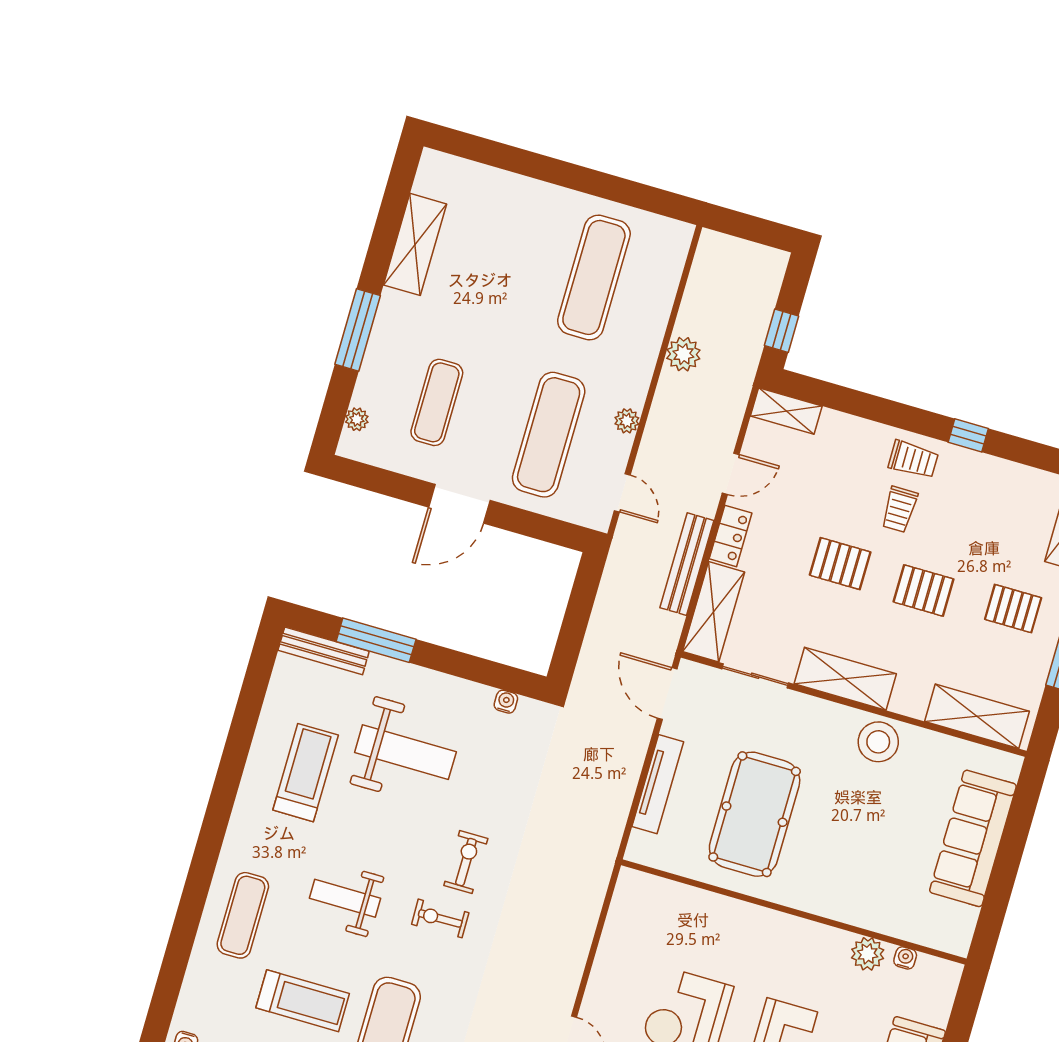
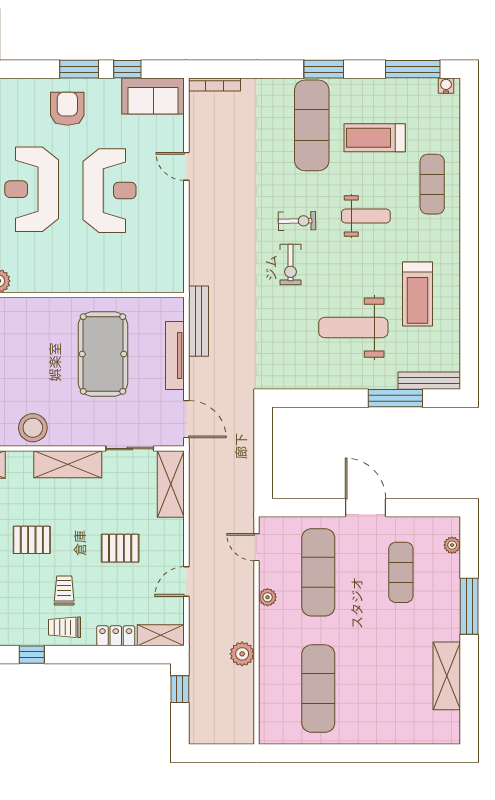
door: (459, 504) -> (366, 508), hinge flipped
locker: (731, 536) -> (116, 636), moved, turned 90
bench: (687, 564) -> (198, 321), moved
pallet: (840, 564) -> (120, 548), moved
water cooler: (506, 702) -> (295, 382), removed

